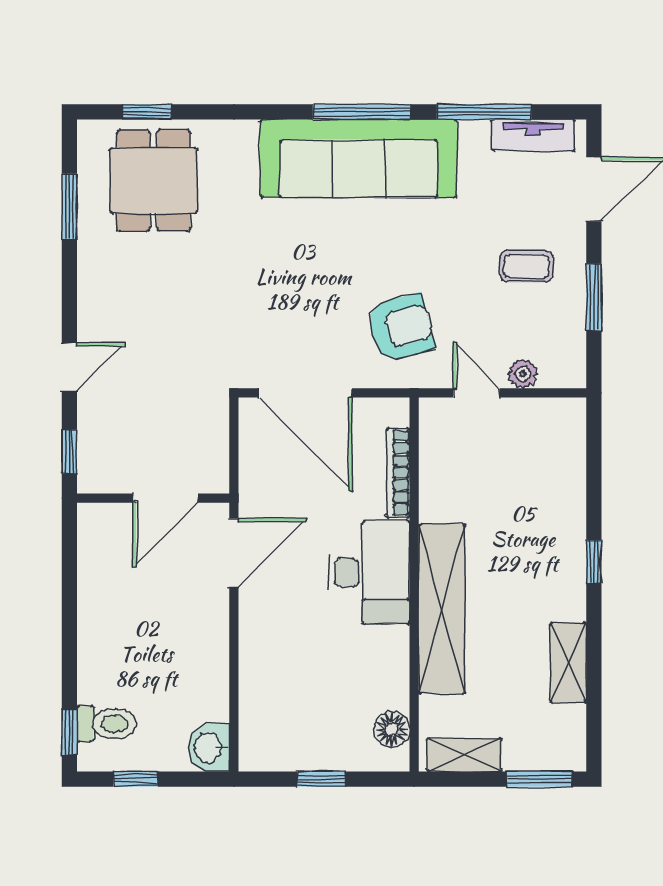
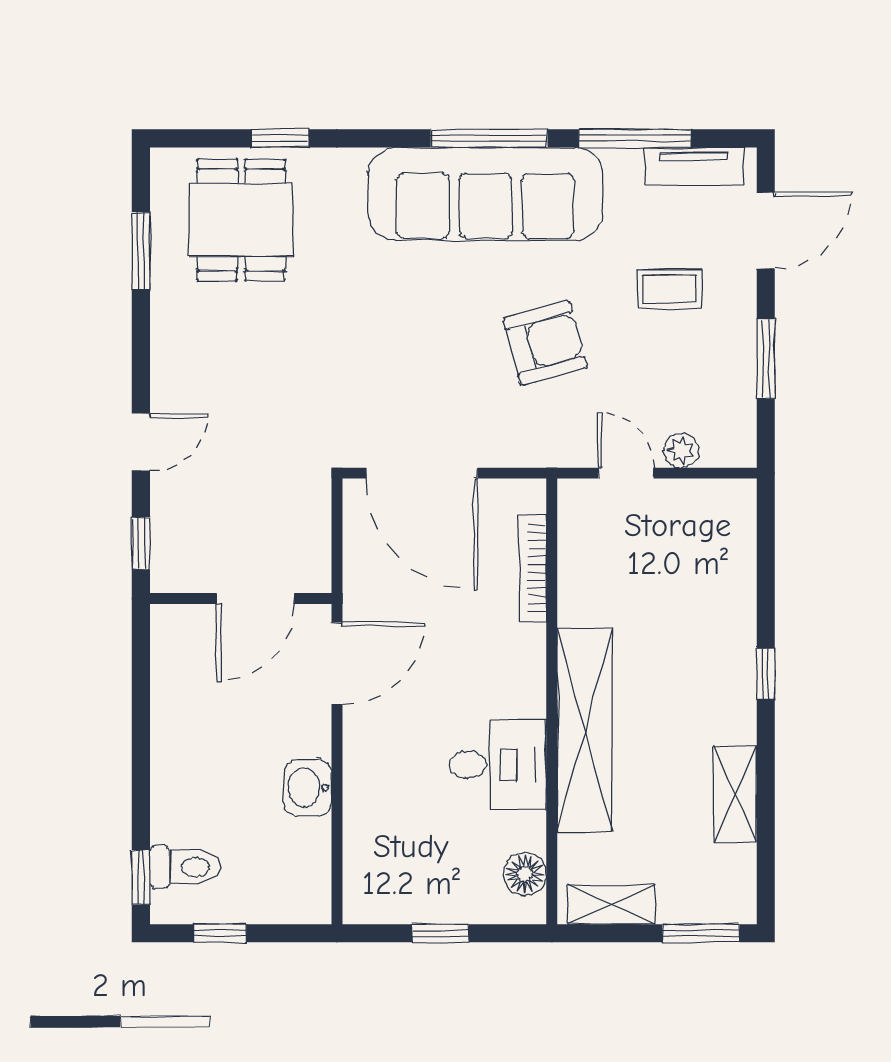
window: (147, 112) -> (280, 138), moved
coffee table: (526, 266) -> (670, 289), moved
armchair: (401, 328) -> (545, 343), moved
desk: (369, 572) -> (498, 765), moved, width x0.73
washbasin: (209, 748) -> (307, 788), moved

